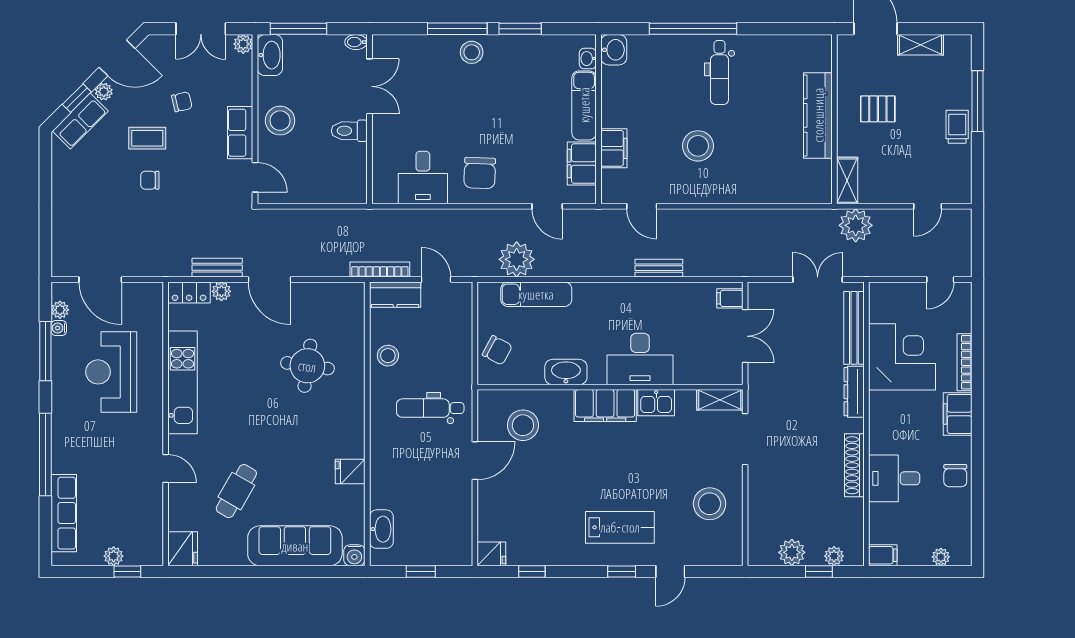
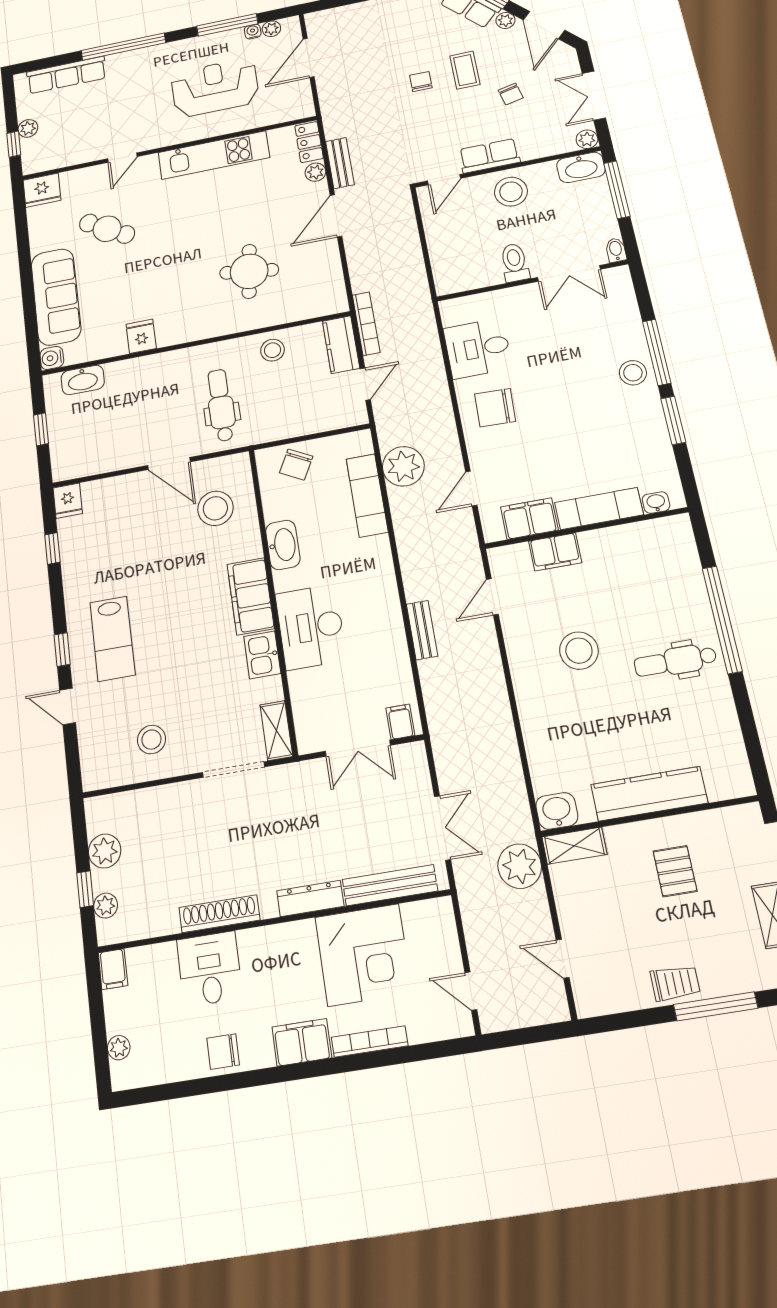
washbasin: (614, 50) -> (557, 811), moved, turned 180
stool: (710, 504) -> (151, 740), width x0.73, depth x0.73

